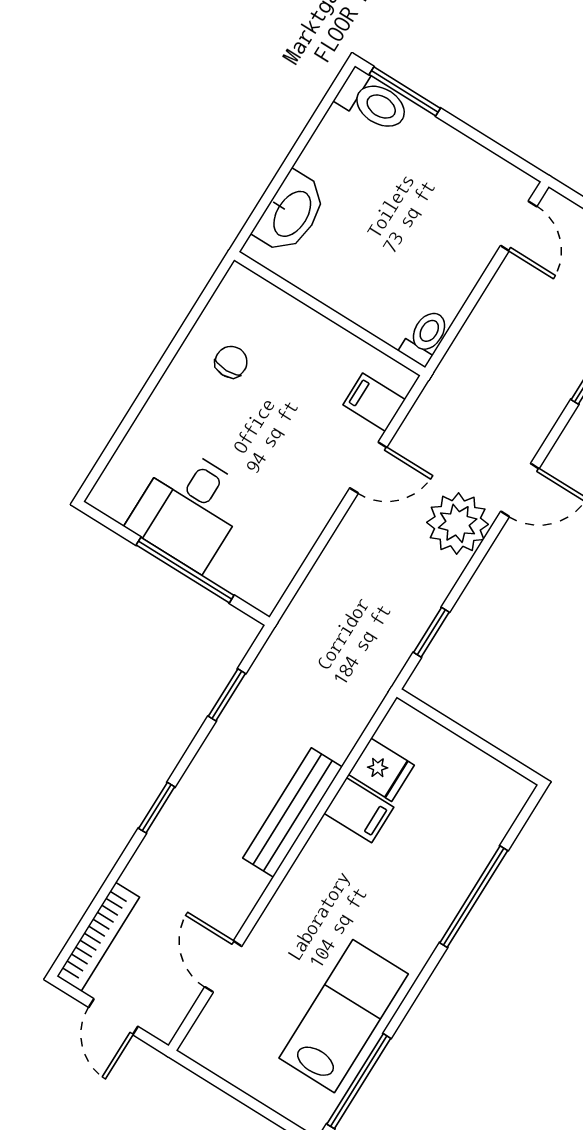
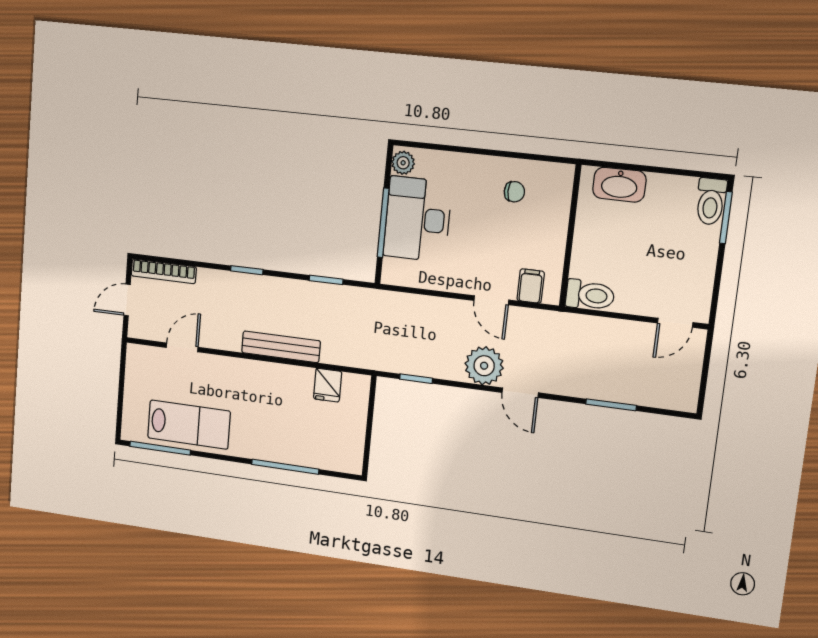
toilet: (425, 337) -> (590, 295), width x1.37, depth x1.39
plant: (115, 500) -> (403, 163), added
desk: (189, 509) -> (417, 219), width x1.37
filing cabinet: (359, 810) -> (300, 383), removed

